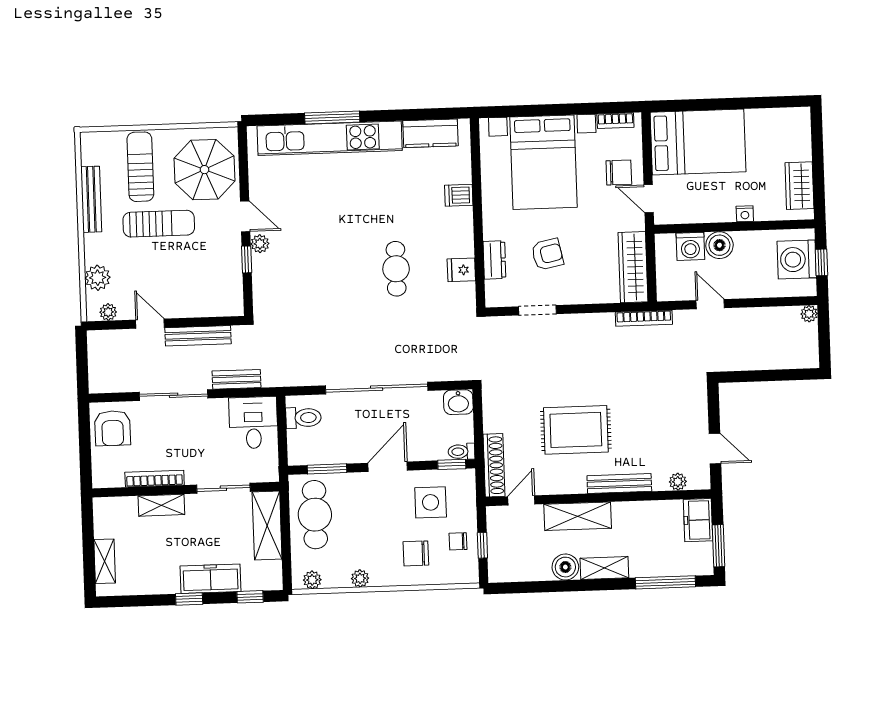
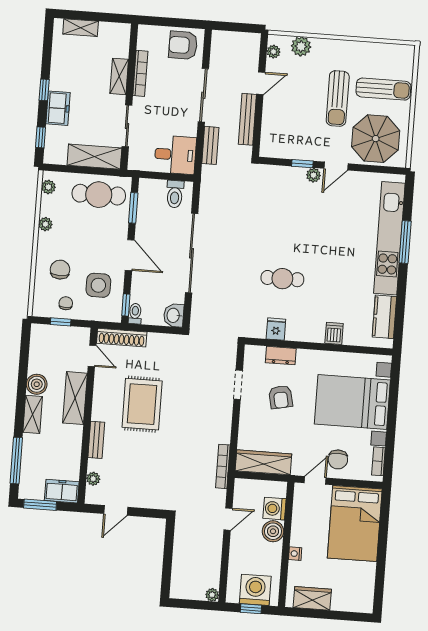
bench: (91, 199) -> (362, 48), removed
bench: (619, 484) -> (96, 440), width x0.73
freezer: (211, 579) -> (58, 108), width x0.71

